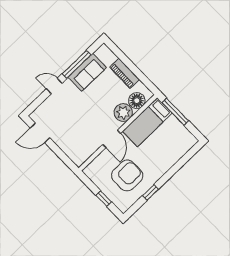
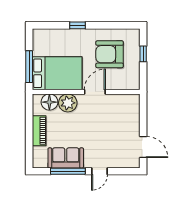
door: (54, 86) -> (99, 171), hinge flipped
bed: (147, 122) -> (57, 73), width x1.50
window: (150, 192) -> (77, 25), moved

